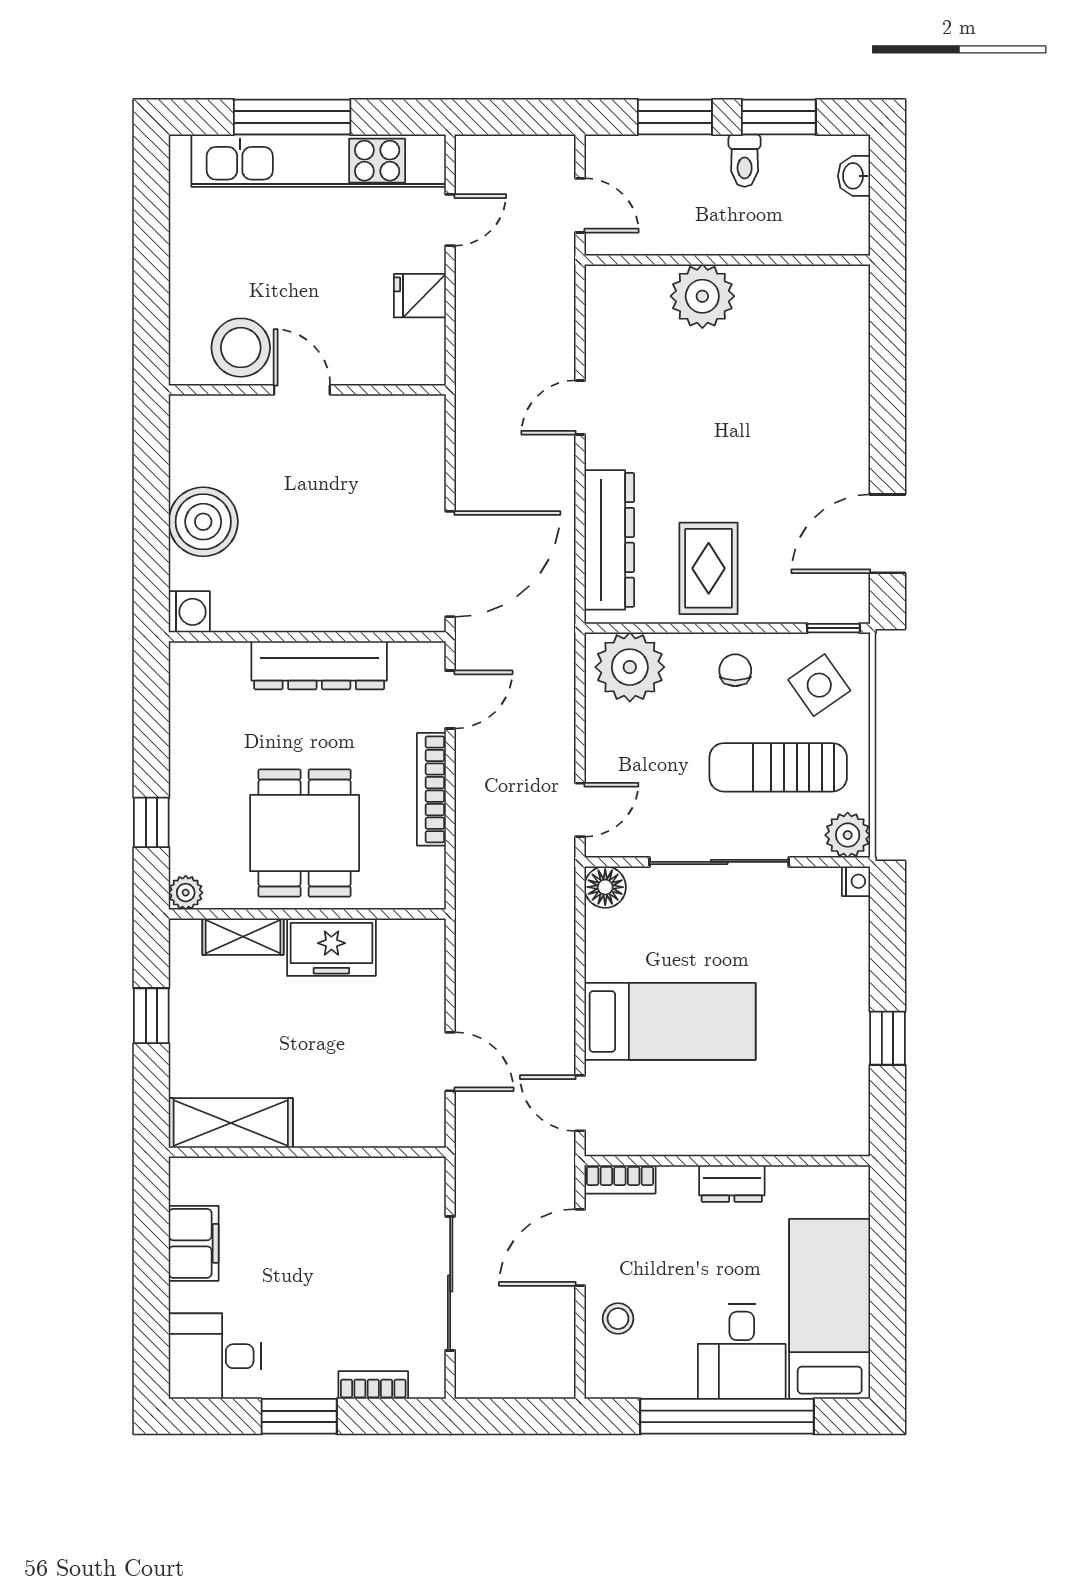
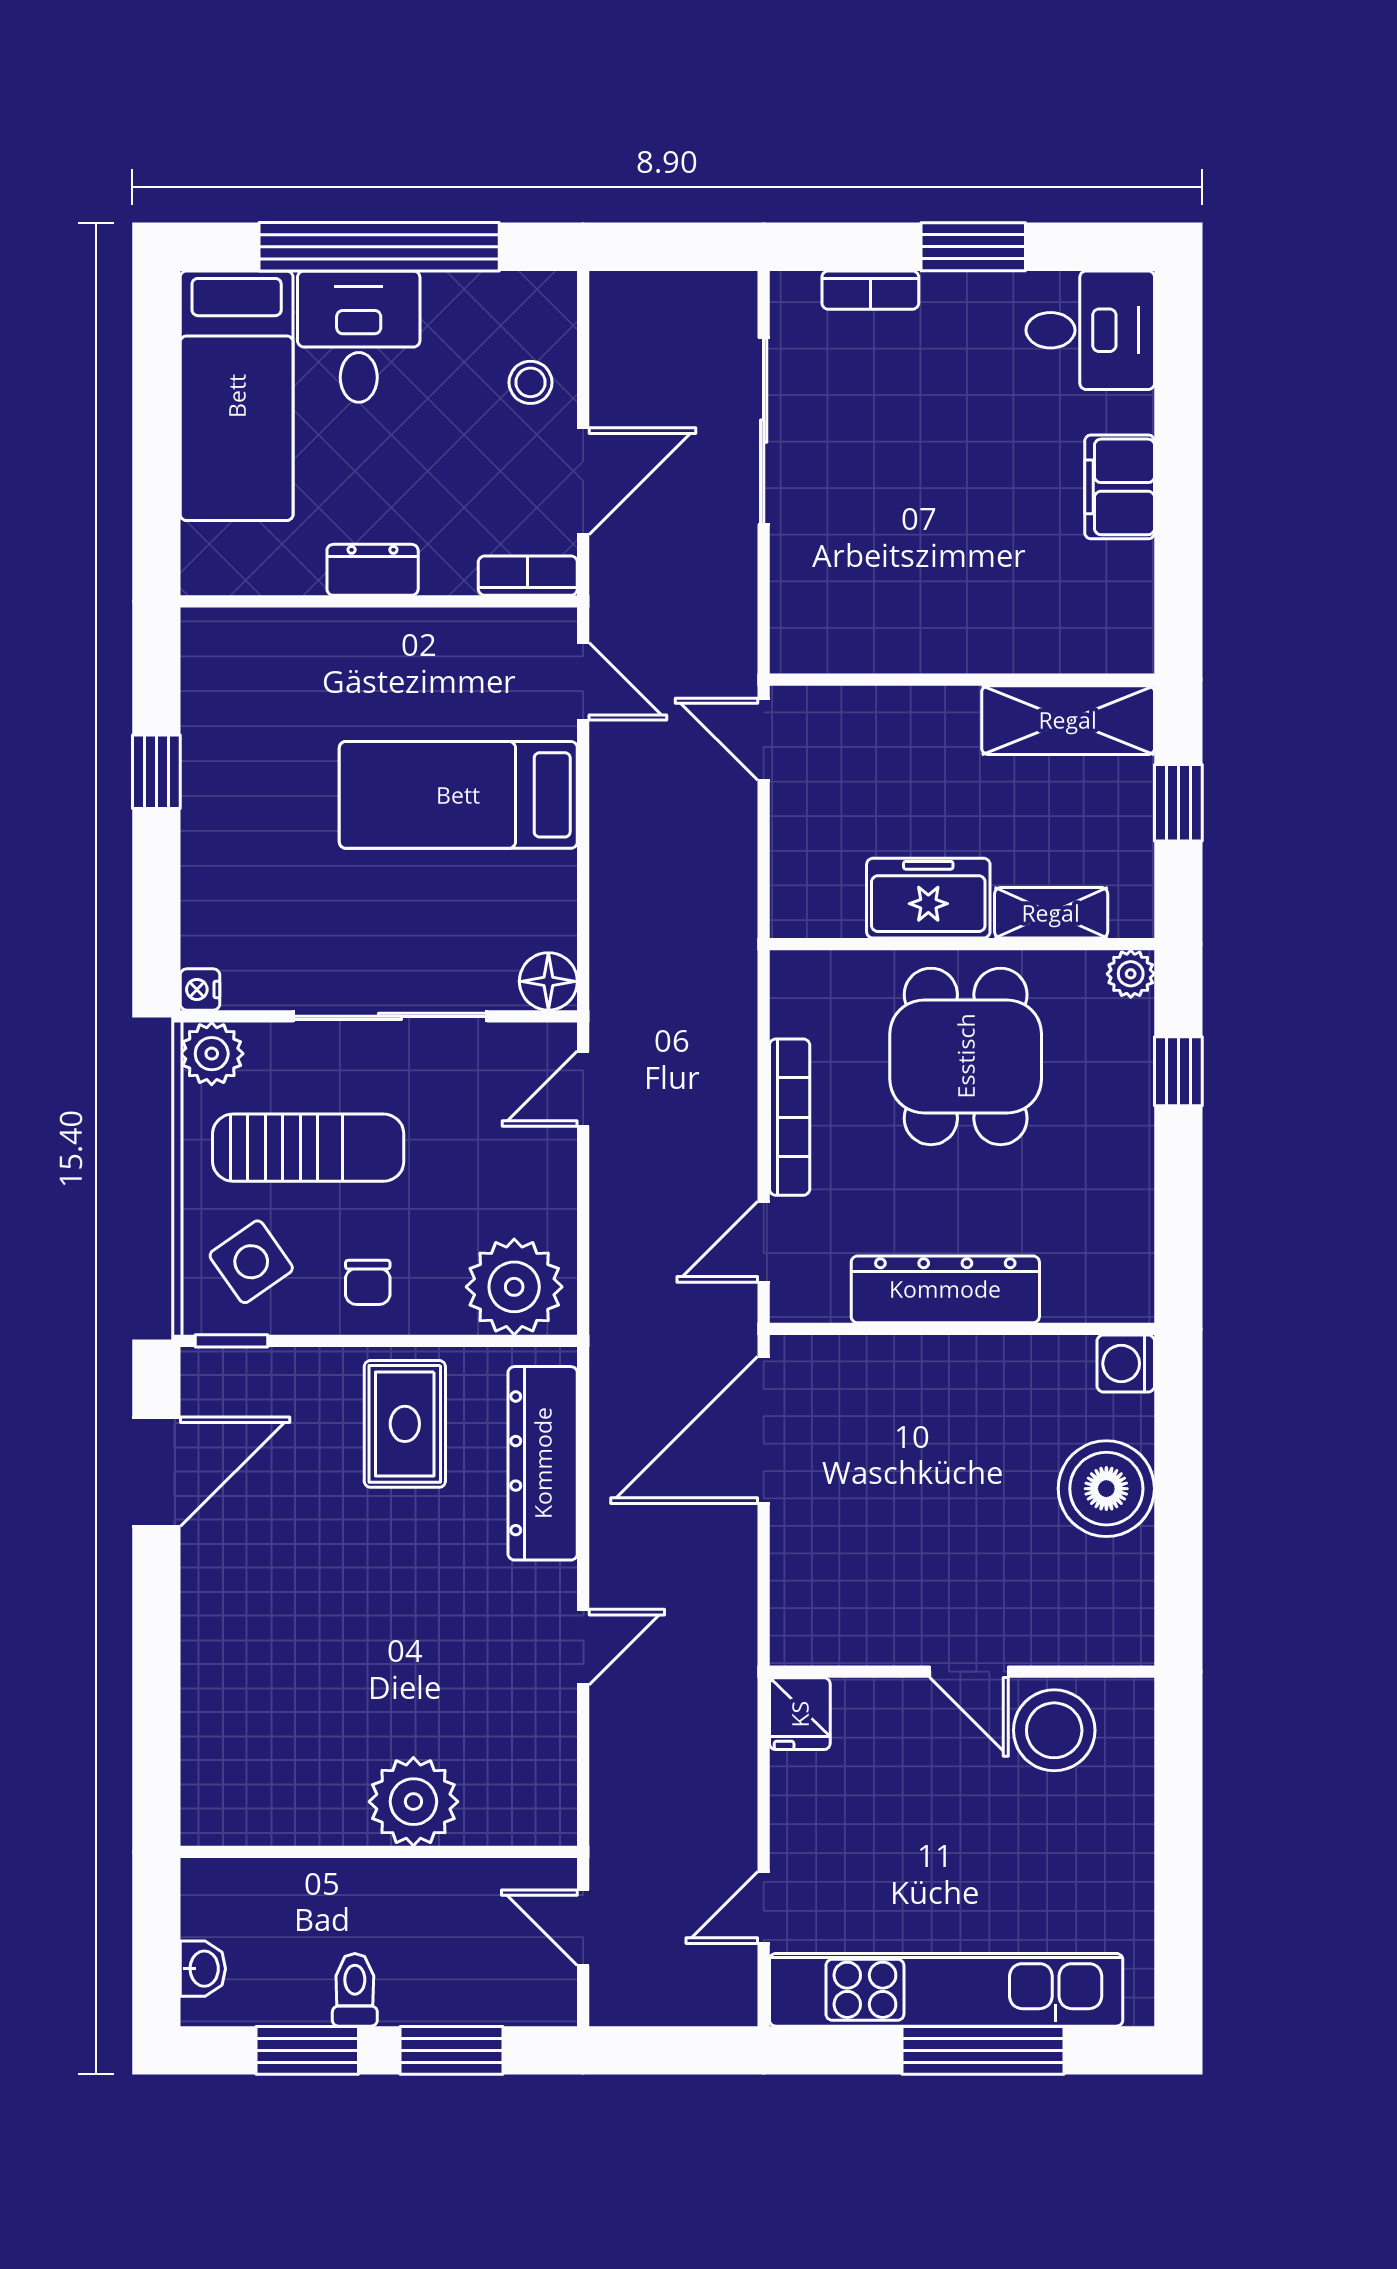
fridge: (420, 296) -> (800, 1714), moved, turned 90
shelving: (231, 1123) -> (1068, 720), moved
wall: (307, 1152) -> (962, 680), moved

